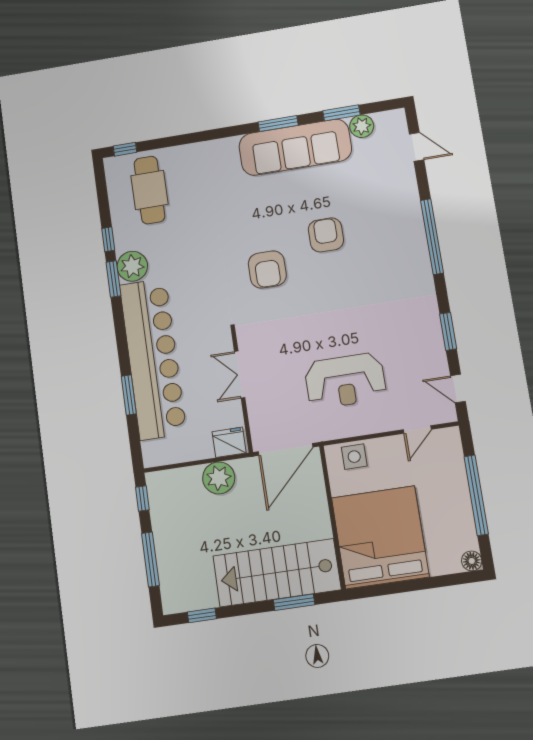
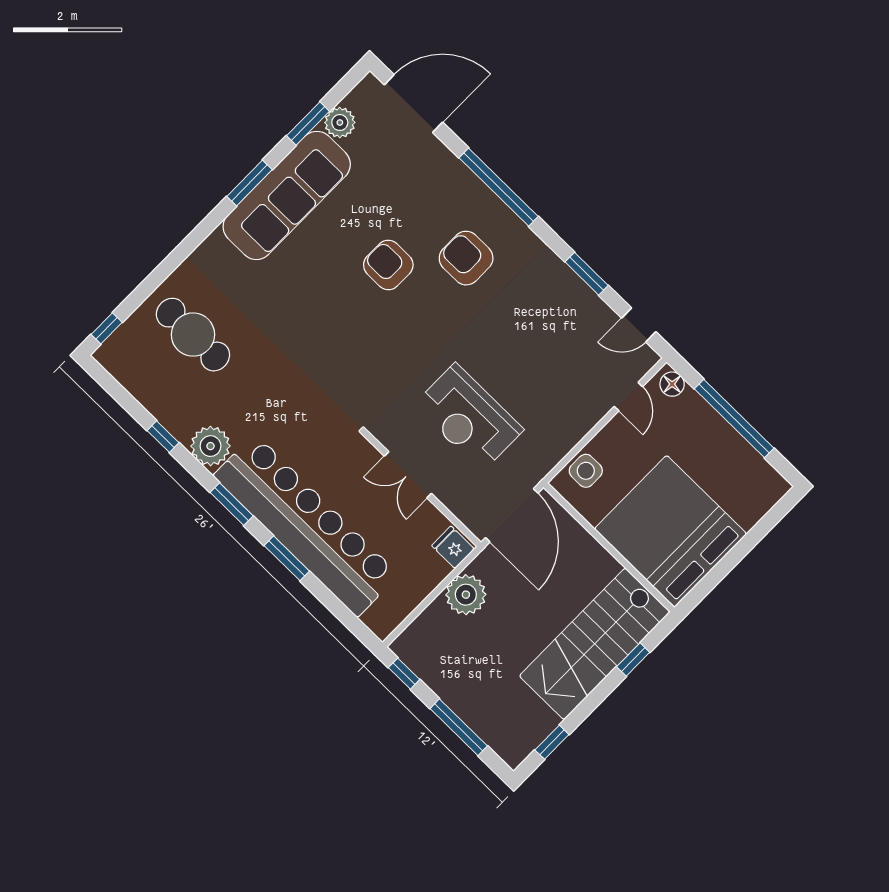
door: (417, 147) -> (413, 103), width x1.88
cafe table: (149, 190) -> (193, 335), moved
armchair: (267, 269) -> (466, 258), moved, turned 180
window: (113, 279) -> (232, 504), moved
reception desk: (345, 381) -> (469, 417), moved, turned 90
window: (129, 395) -> (287, 558), moved
fridge: (229, 442) -> (453, 547), width x0.72
floor lamp: (472, 561) -> (672, 384), moved
window: (294, 602) -> (633, 659), width x0.67

